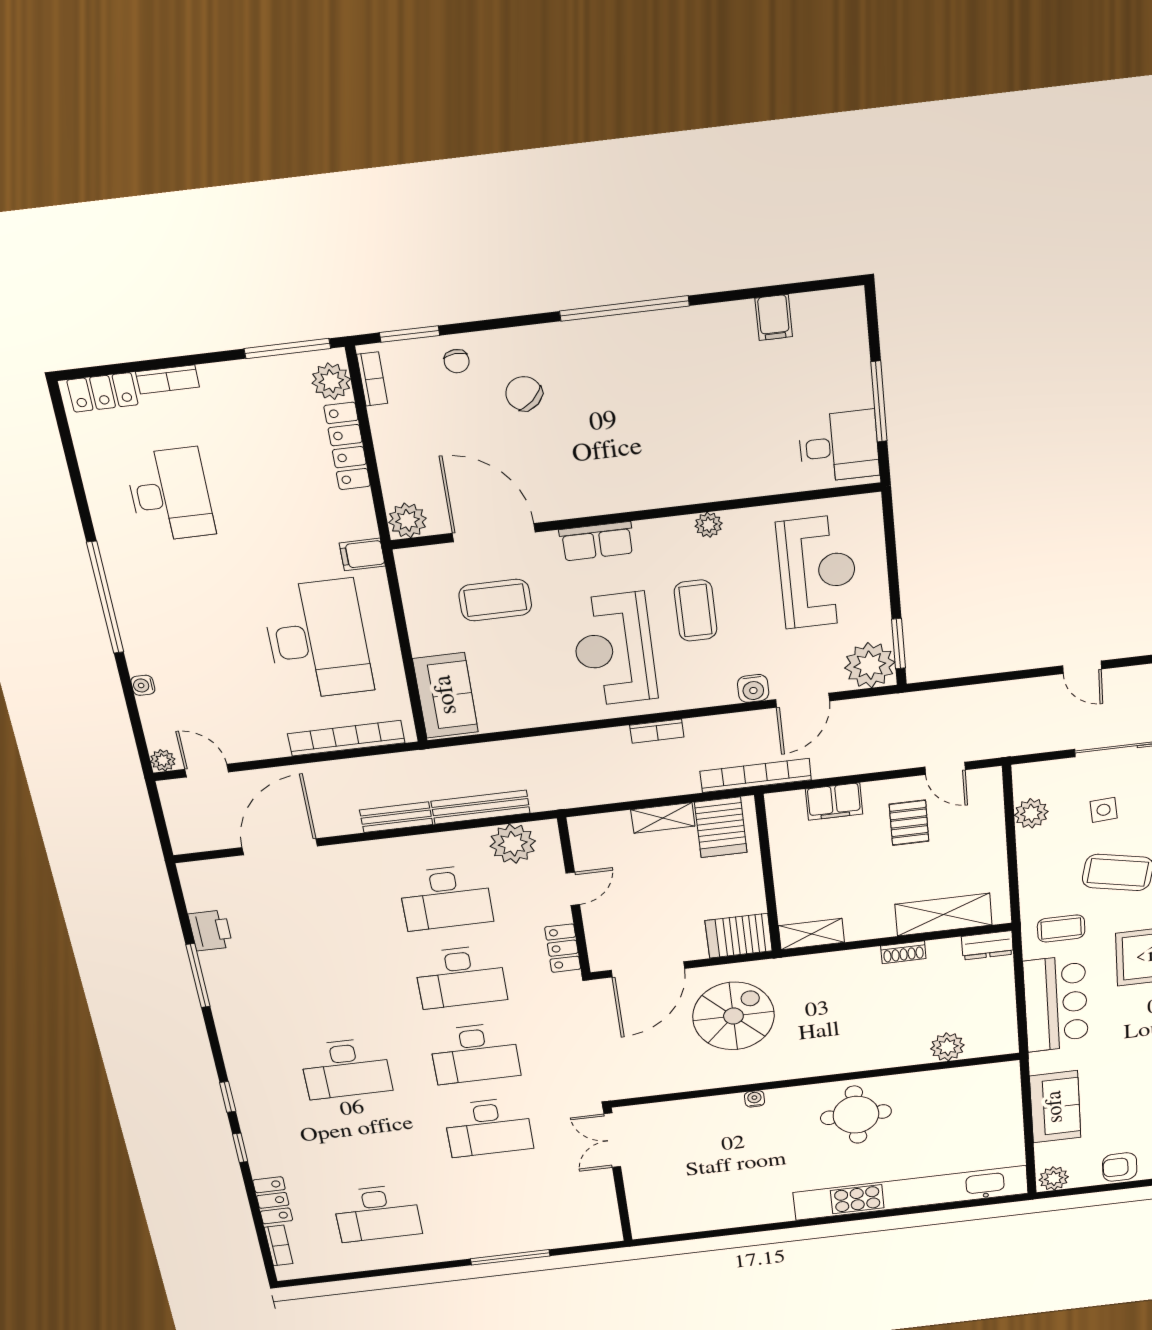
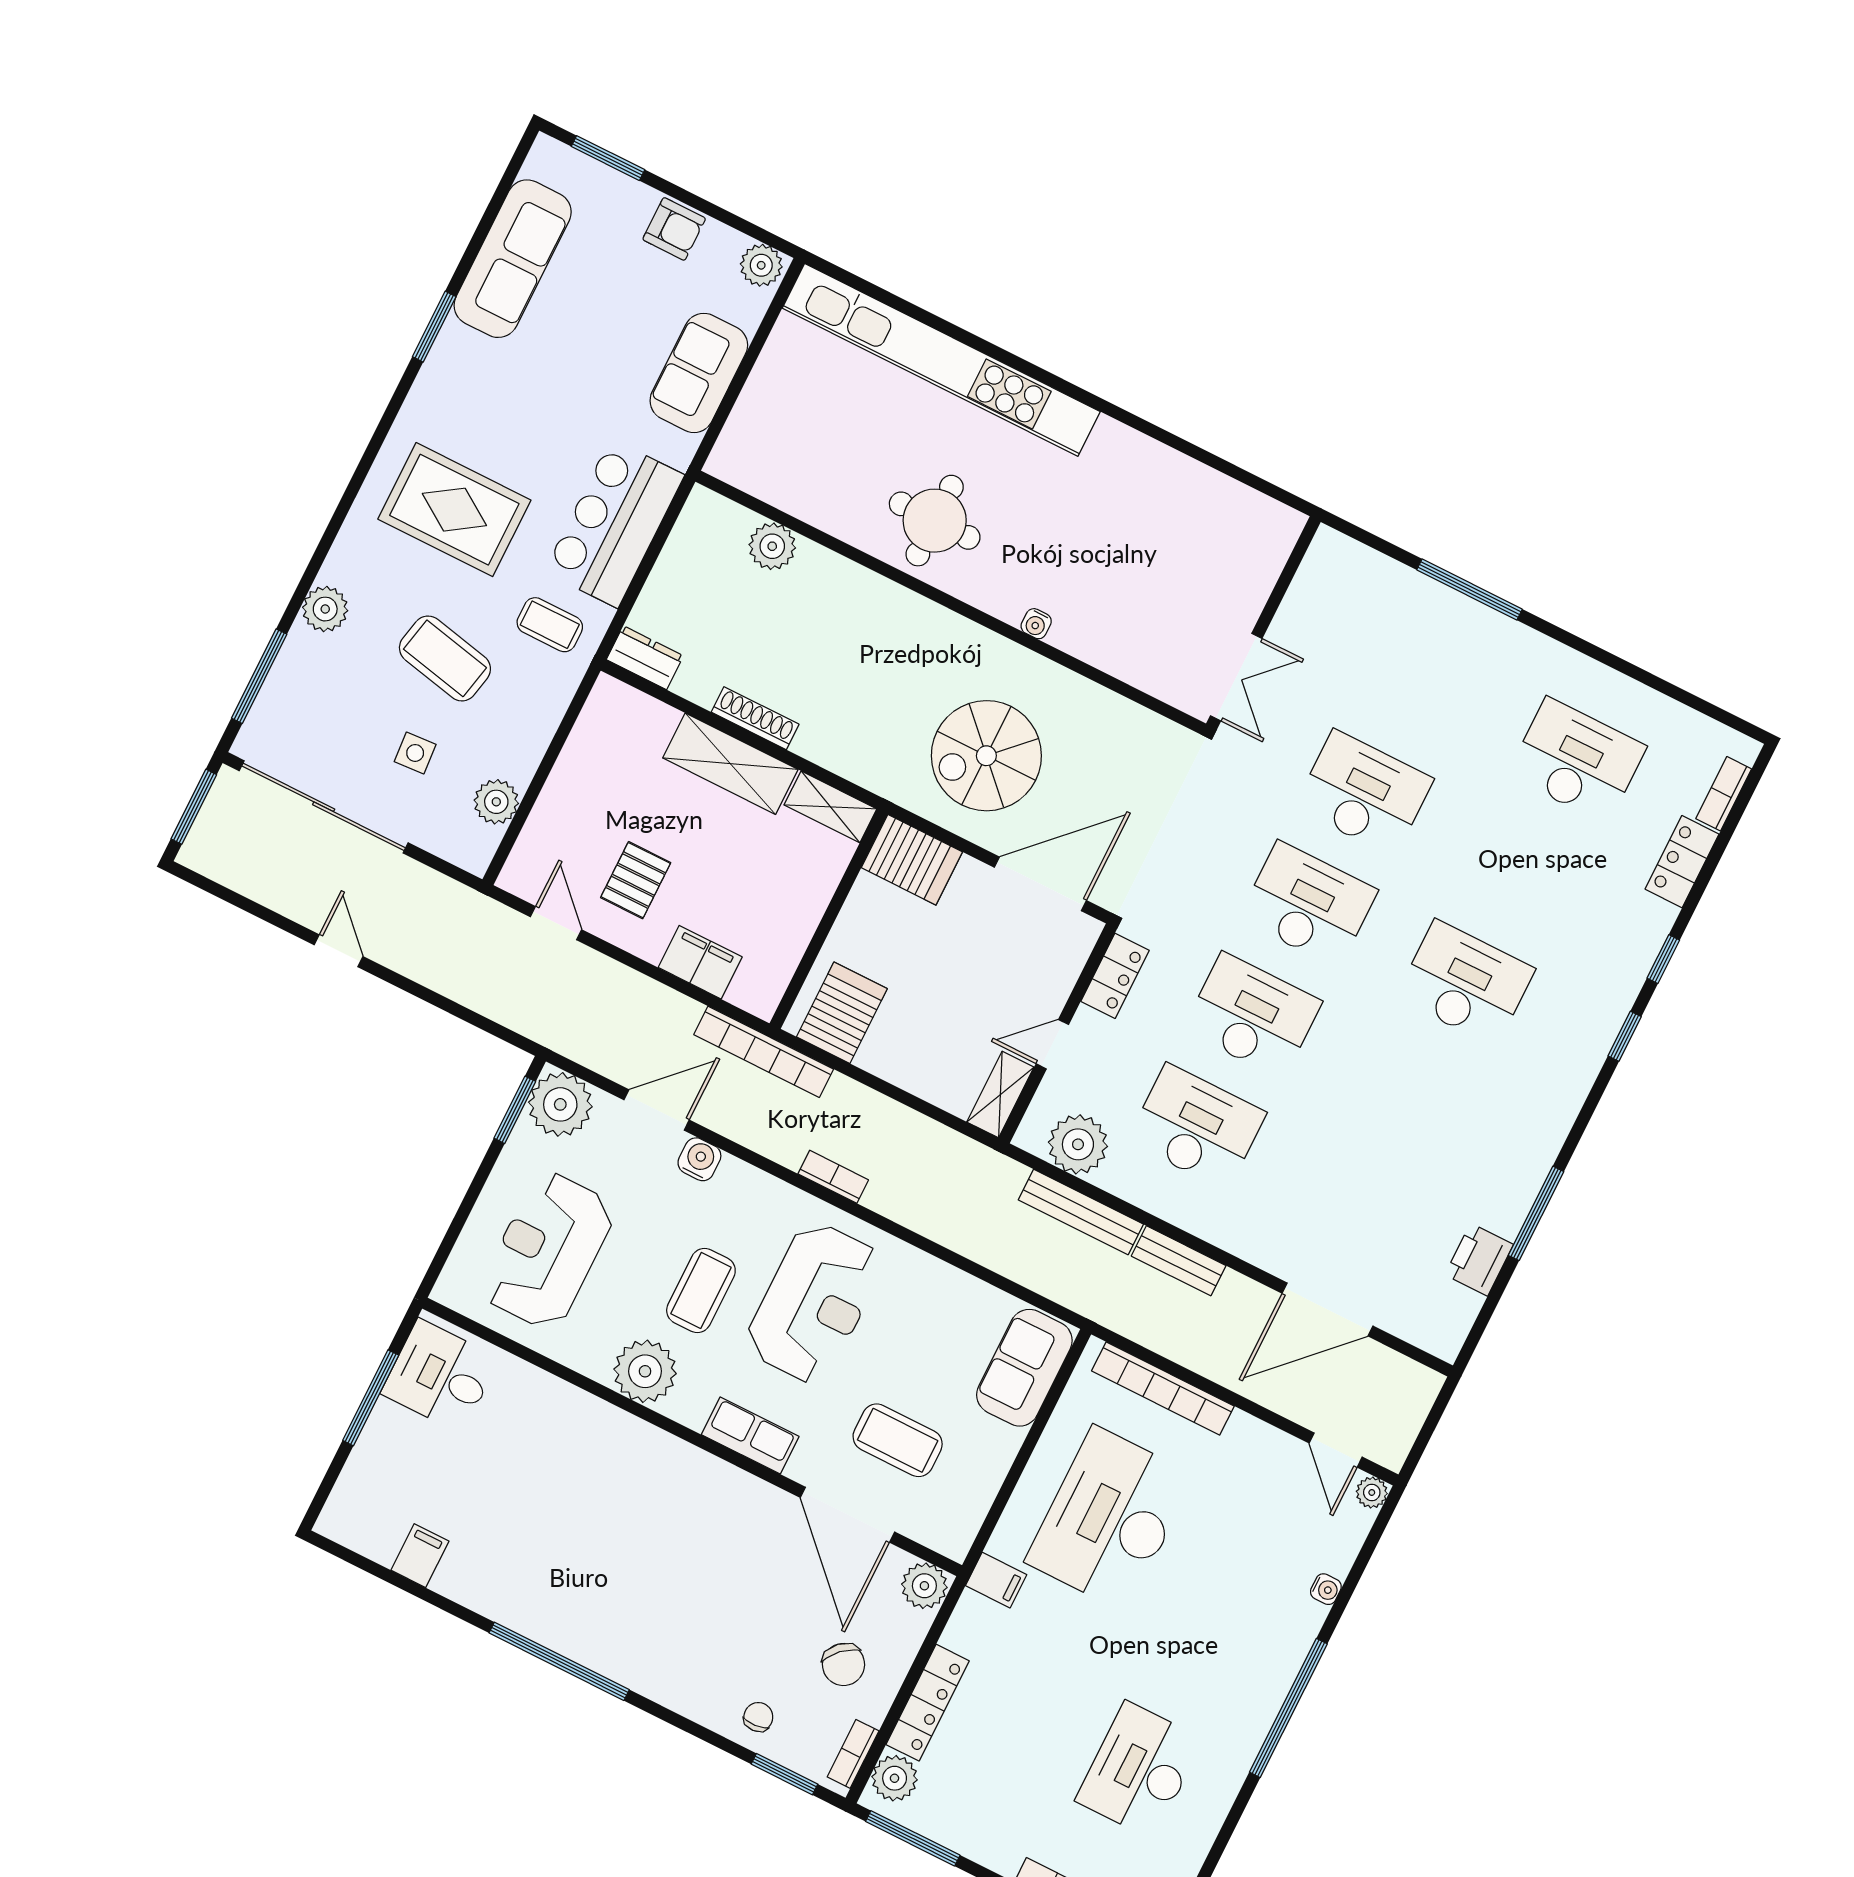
chair: (524, 393) -> (844, 1664), moved
plant: (709, 525) -> (645, 1371), width x1.88, depth x1.88
shelving: (663, 818) -> (1000, 1095), moved, turned 90
shelving: (944, 915) -> (730, 764), moved
shoe rack: (903, 952) -> (755, 718), width x1.43

